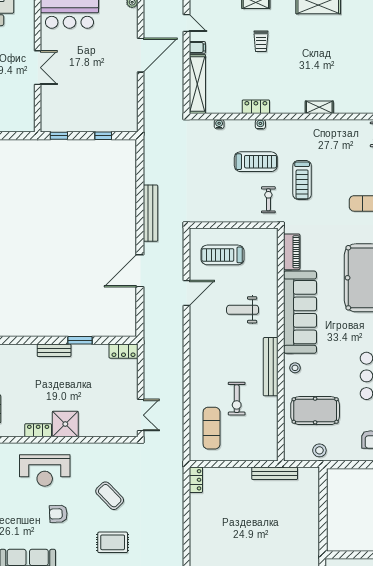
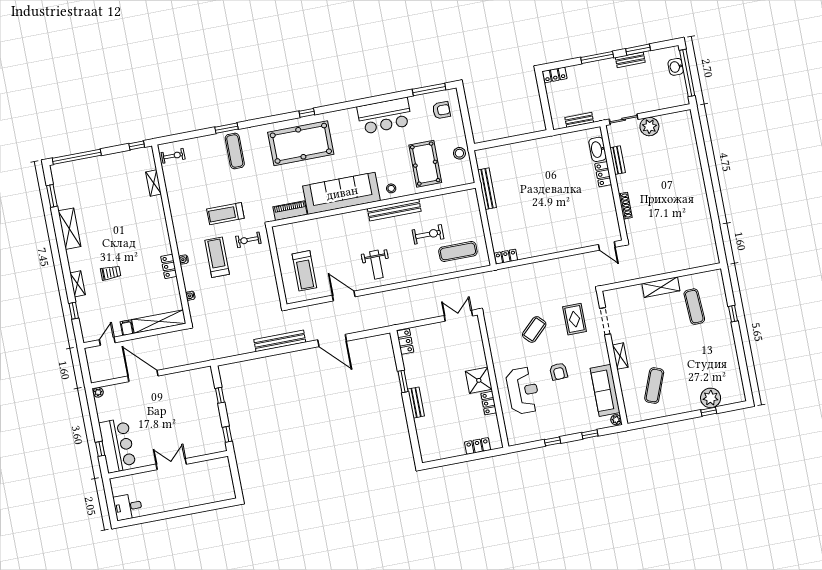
shelving: (319, 107) -> (154, 183), moved
treadmill: (302, 180) -> (225, 214), turned 180
weight bench: (243, 310) -> (376, 265), moved

